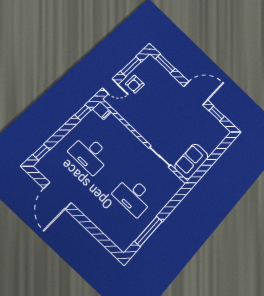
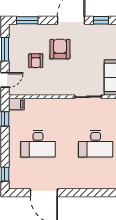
armchair: (135, 84) -> (36, 61), moved
armchair: (170, 104) -> (60, 49), added

